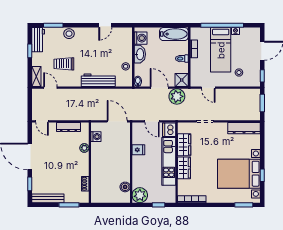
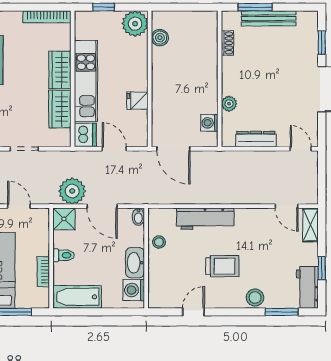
trolley: (64, 64) -> (222, 266), moved
bench: (48, 198) -> (269, 18), moved

